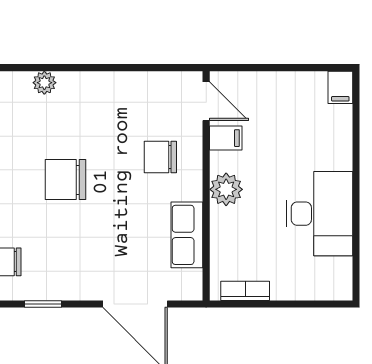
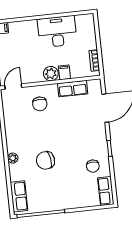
filing cabinet: (226, 138) -> (64, 72), moved
chair: (66, 180) -> (45, 160), moved, turned 81

